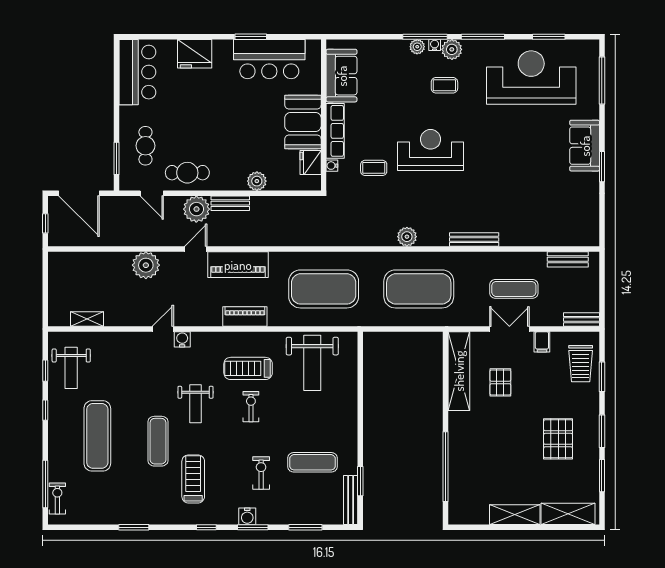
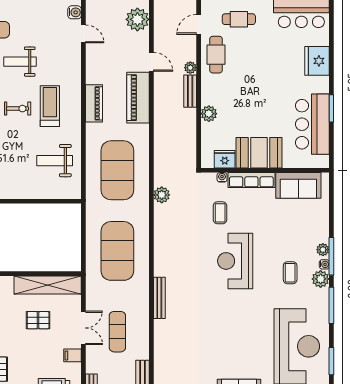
reception desk: (431, 150) -> (235, 261), turned 180
plant: (196, 209) -> (190, 68), width x0.53, depth x0.53
plant: (407, 237) -> (162, 195), moved
water cooler: (182, 339) -> (75, 12), moved
weight bench: (312, 363) -> (55, 161), width x0.73, depth x0.75

